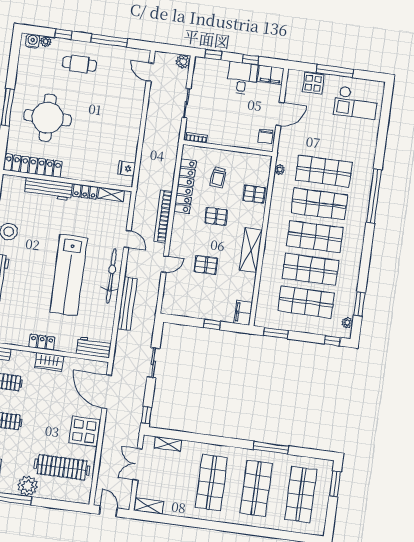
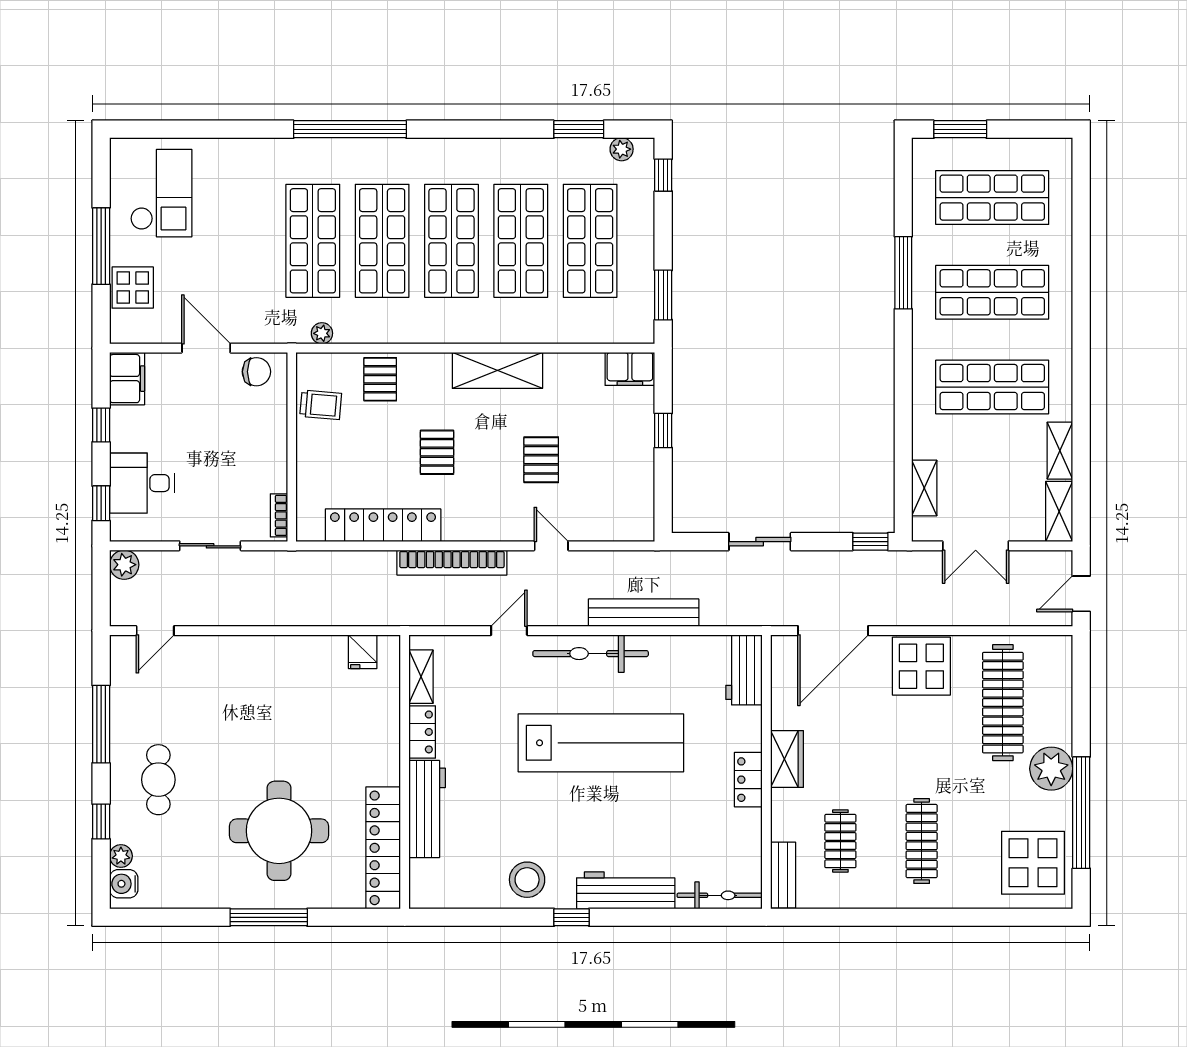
desk: (242, 78) -> (142, 483), moved
trolley: (218, 177) -> (321, 405), moved
shelving: (177, 510) -> (1060, 451), added

